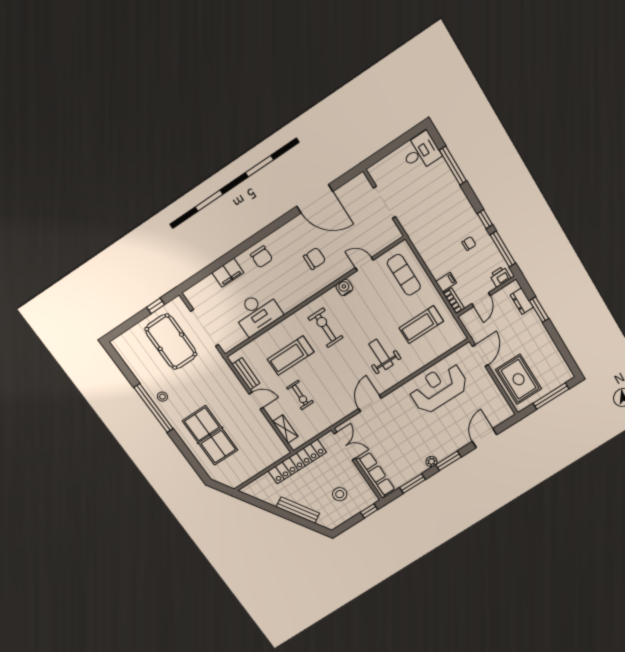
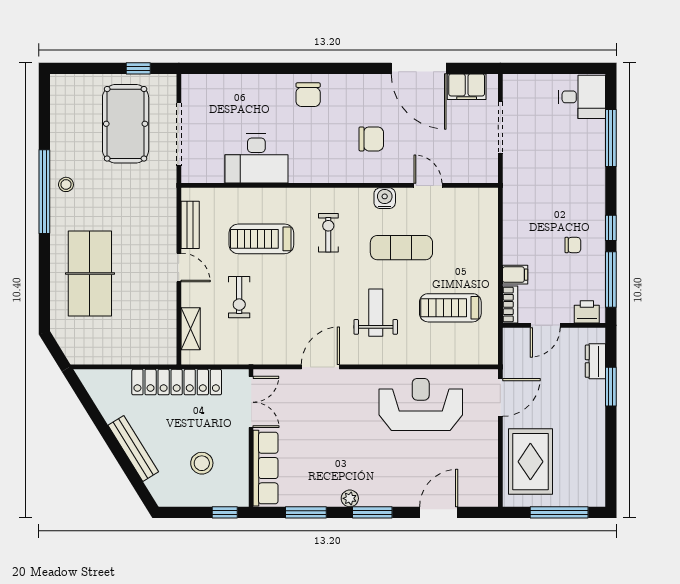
filing cabinet: (228, 273) -> (467, 87), moved
exercise mat: (404, 275) -> (401, 248), moved, turned 90
exercise bike: (326, 328) -> (328, 233), width x0.73, depth x0.72

